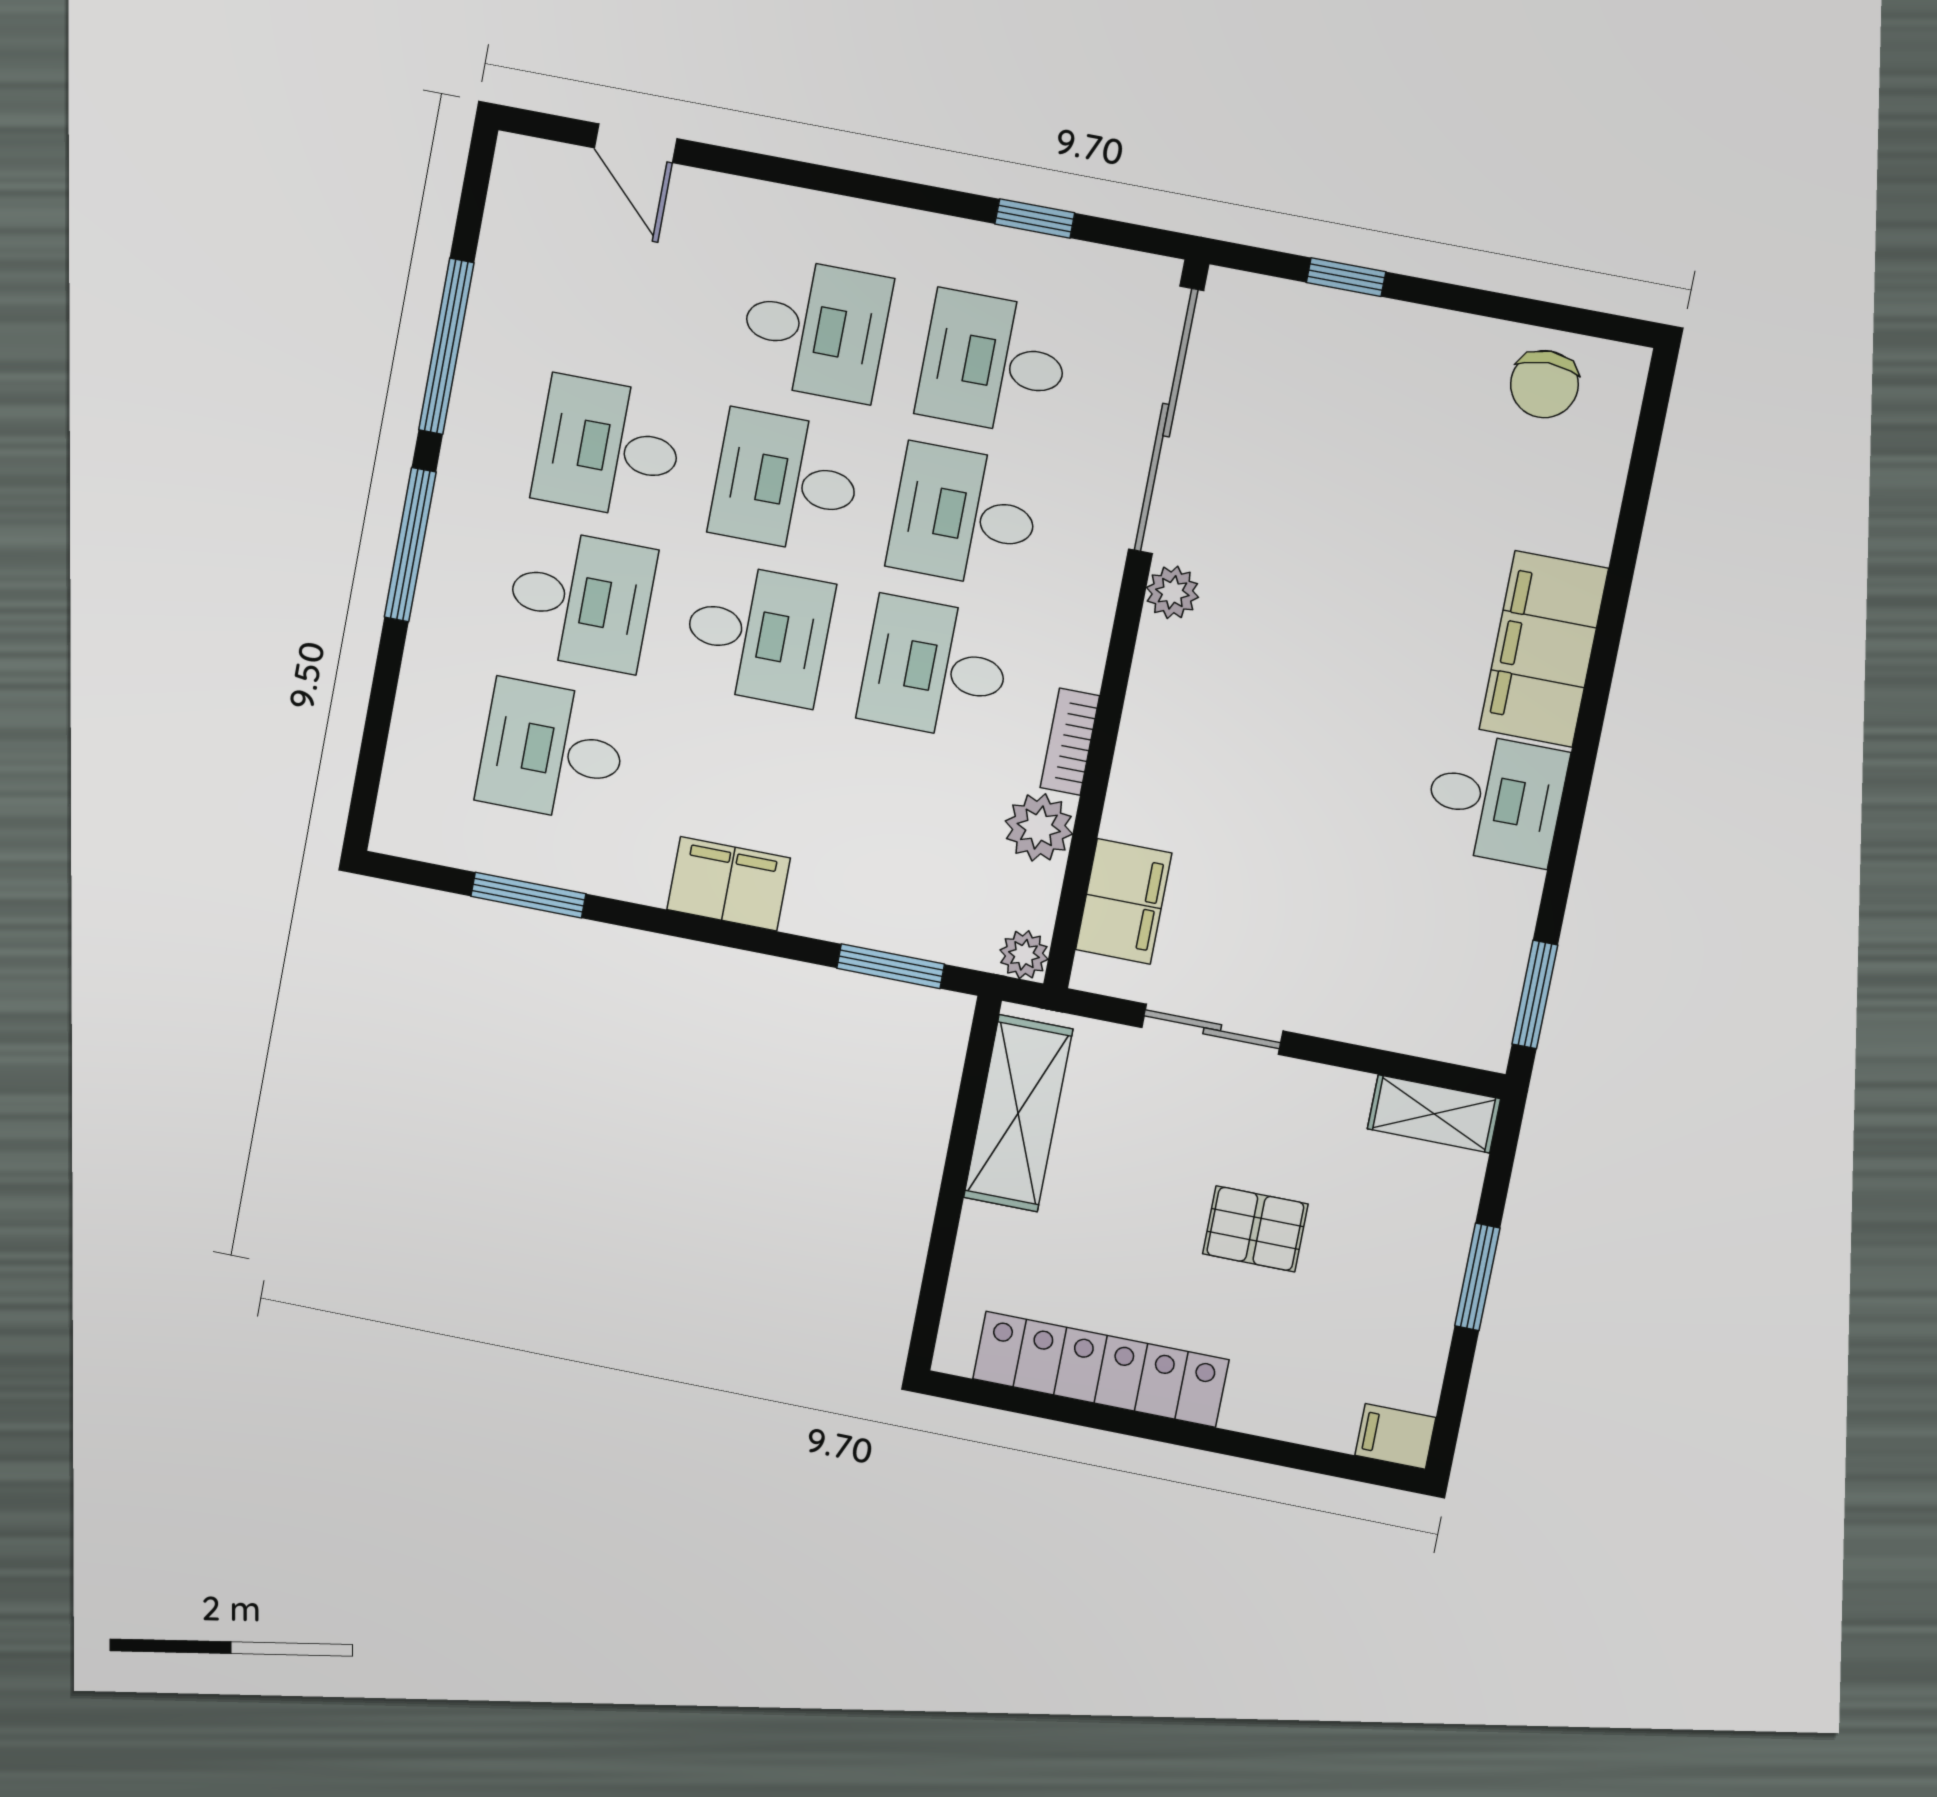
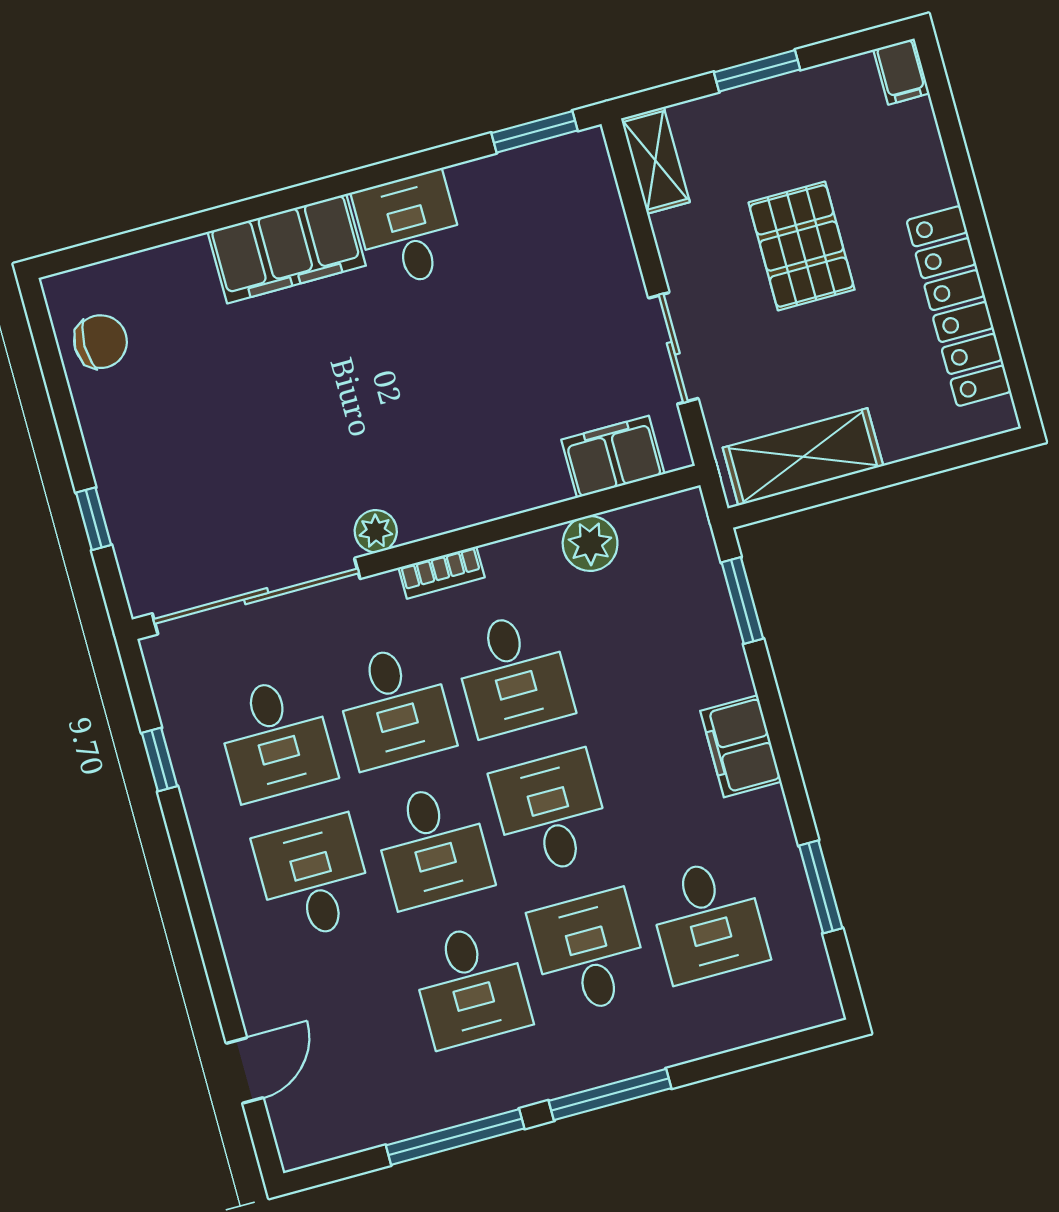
bookcase: (1070, 742) -> (442, 573), moved
plant: (1024, 955) -> (687, 509), removed
pallet: (1255, 1229) -> (802, 246), width x1.50, depth x1.42

